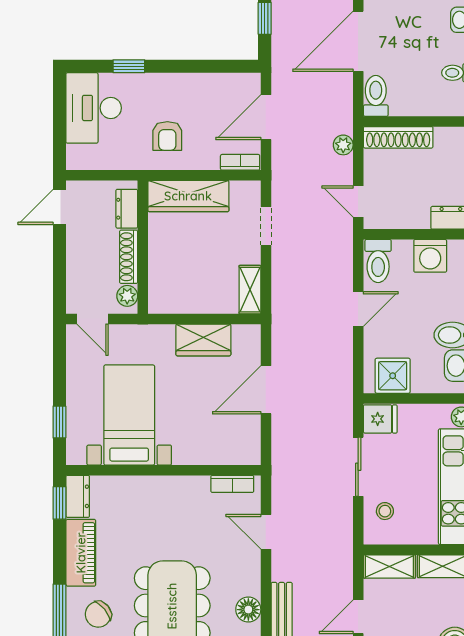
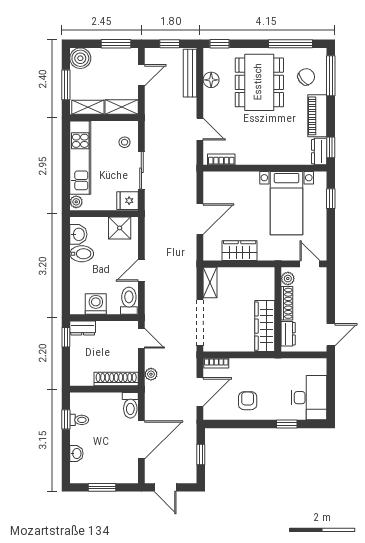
armchair: (167, 136) -> (248, 401), moved
wardrobe: (188, 196) -> (265, 326), moved, turned -90
doorway: (266, 226) -> (200, 323), width x1.88

